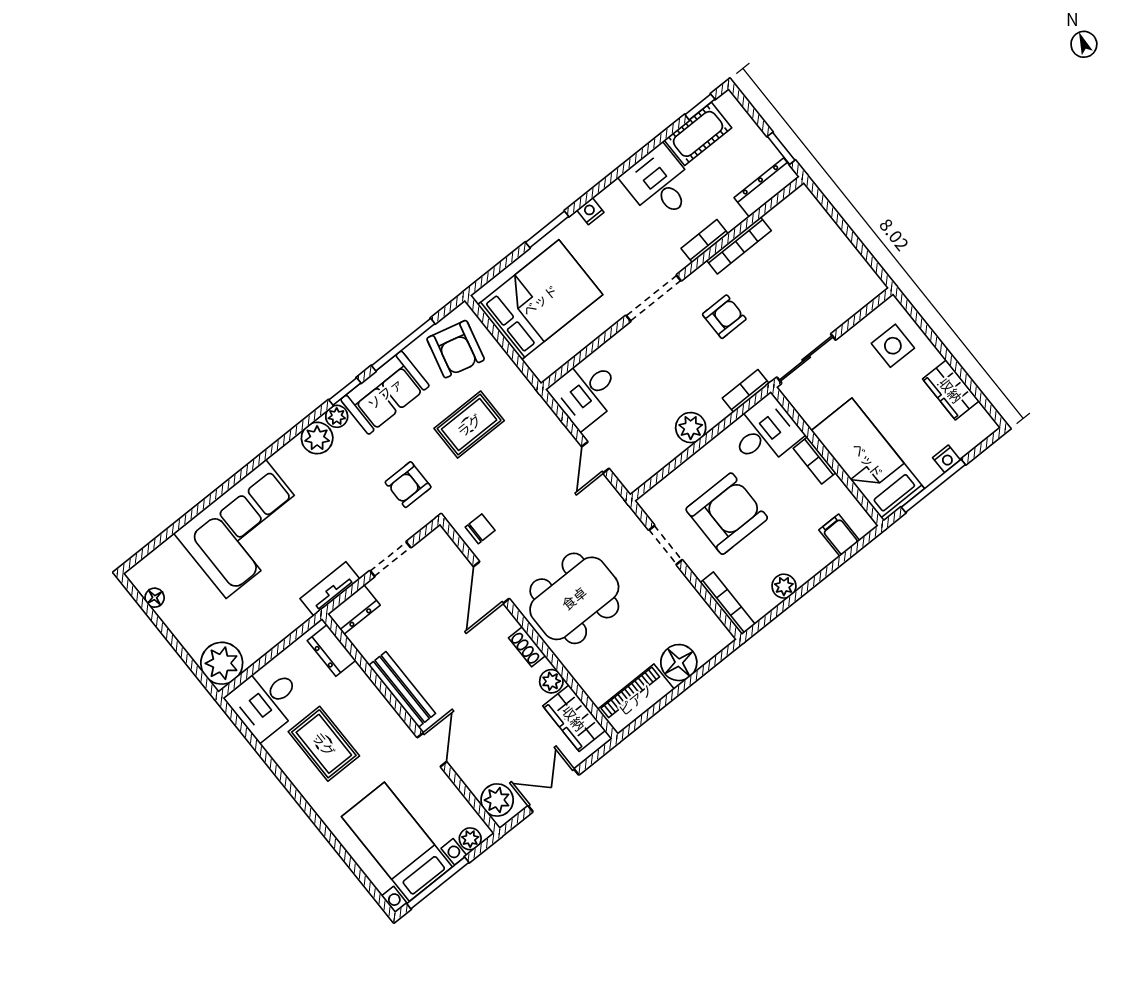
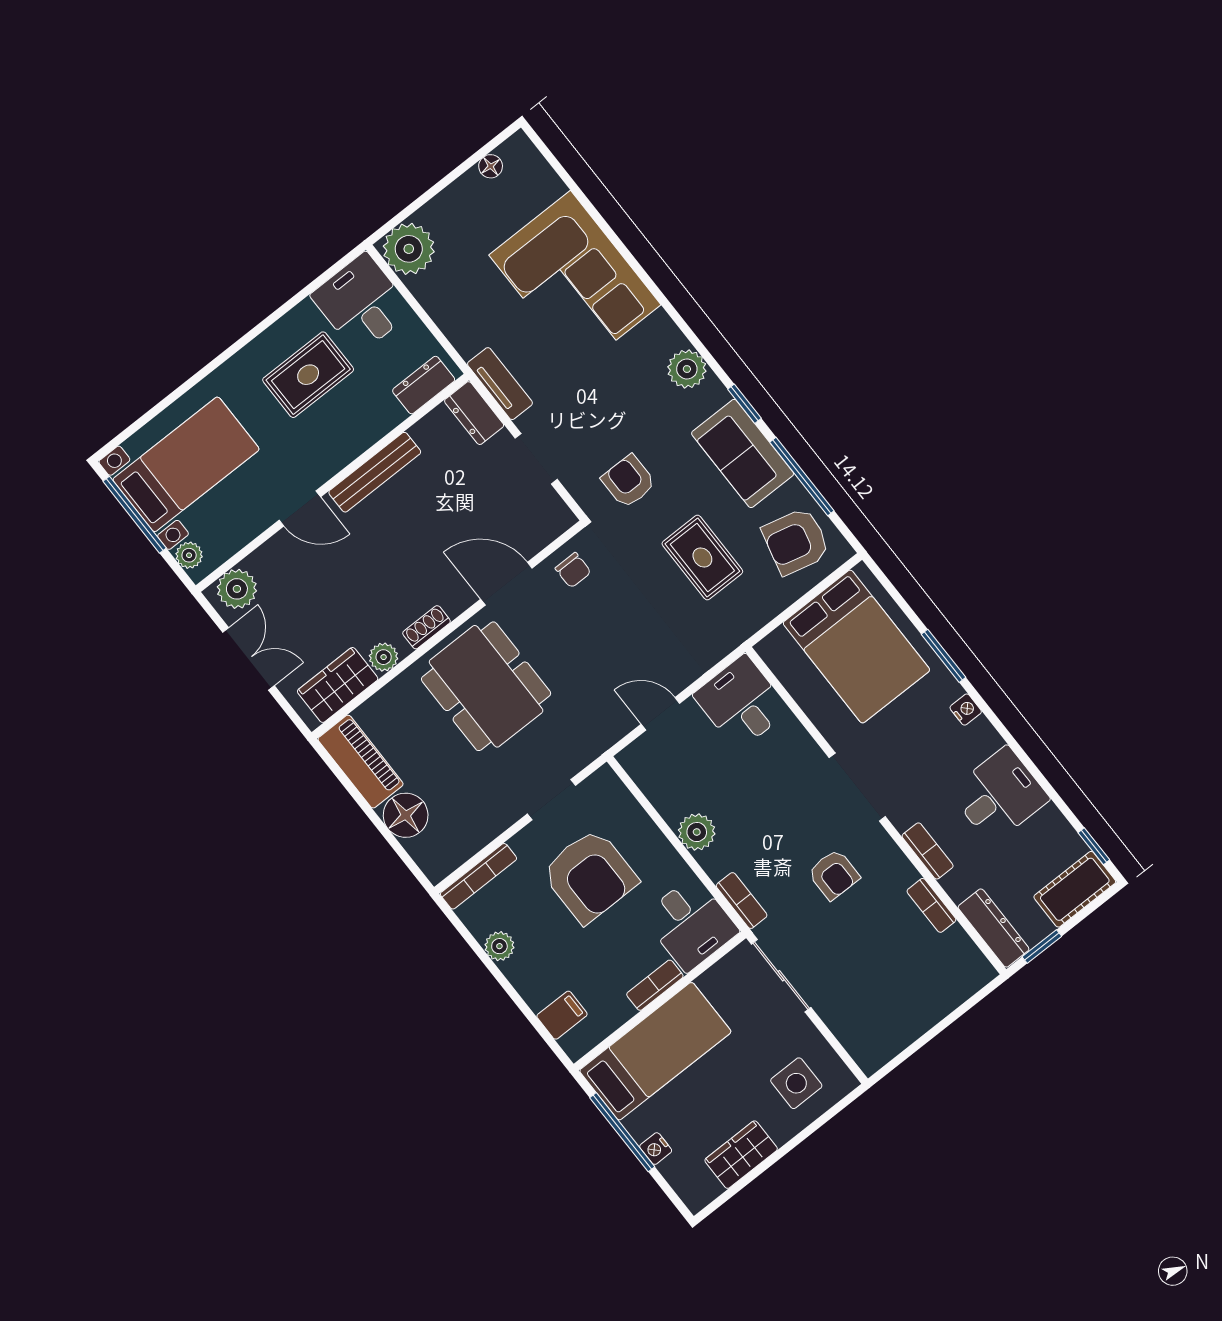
cot: (698, 134) -> (1075, 889), moved, turned 90
bookcase: (739, 245) -> (931, 905), width x0.64
plant: (337, 416) -> (714, 393), removed

